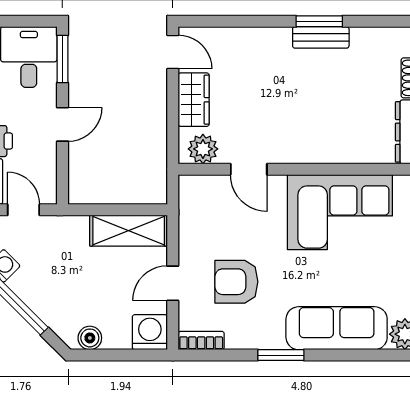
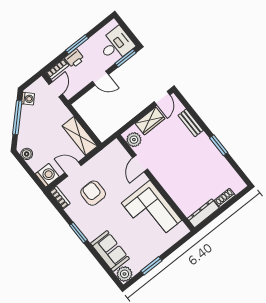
bench: (321, 37) -> (191, 123), moved
sofa: (337, 328) -> (110, 251), width x0.73

